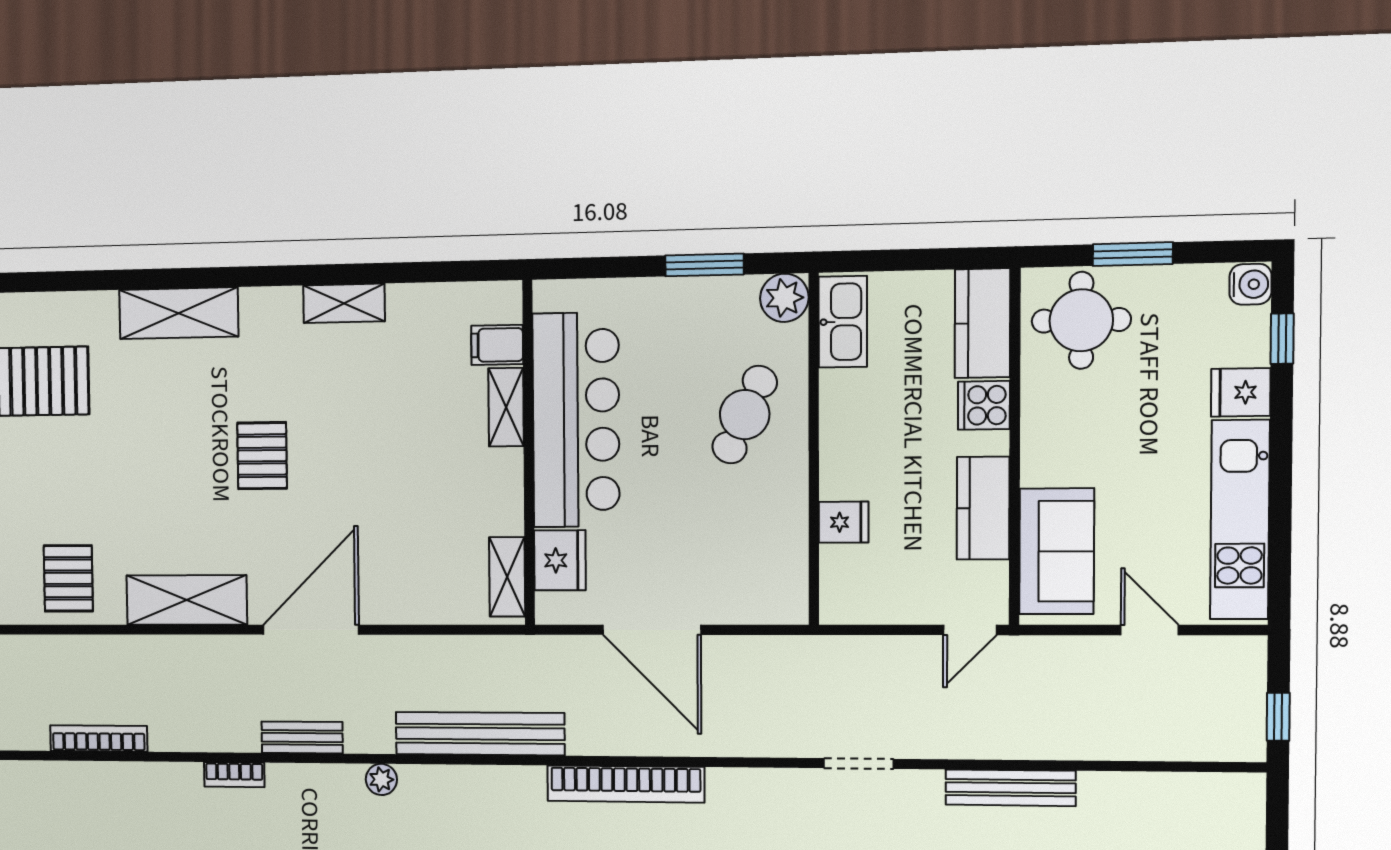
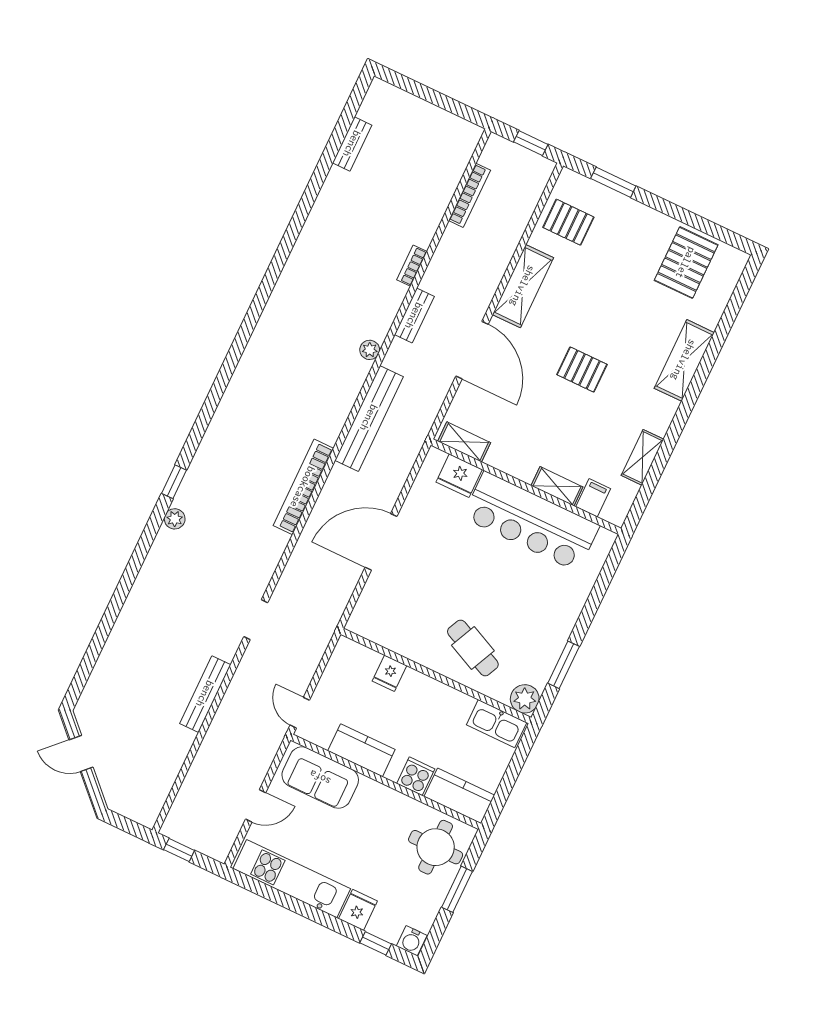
filing cabinet: (497, 345) -> (593, 498), moved
shelving: (506, 407) -> (557, 486), moved
bar counter: (576, 420) -> (531, 521), moved
wall: (529, 453) -> (526, 487), moved
fridge: (560, 560) -> (459, 476), moved
shelving: (507, 577) -> (464, 442), moved

